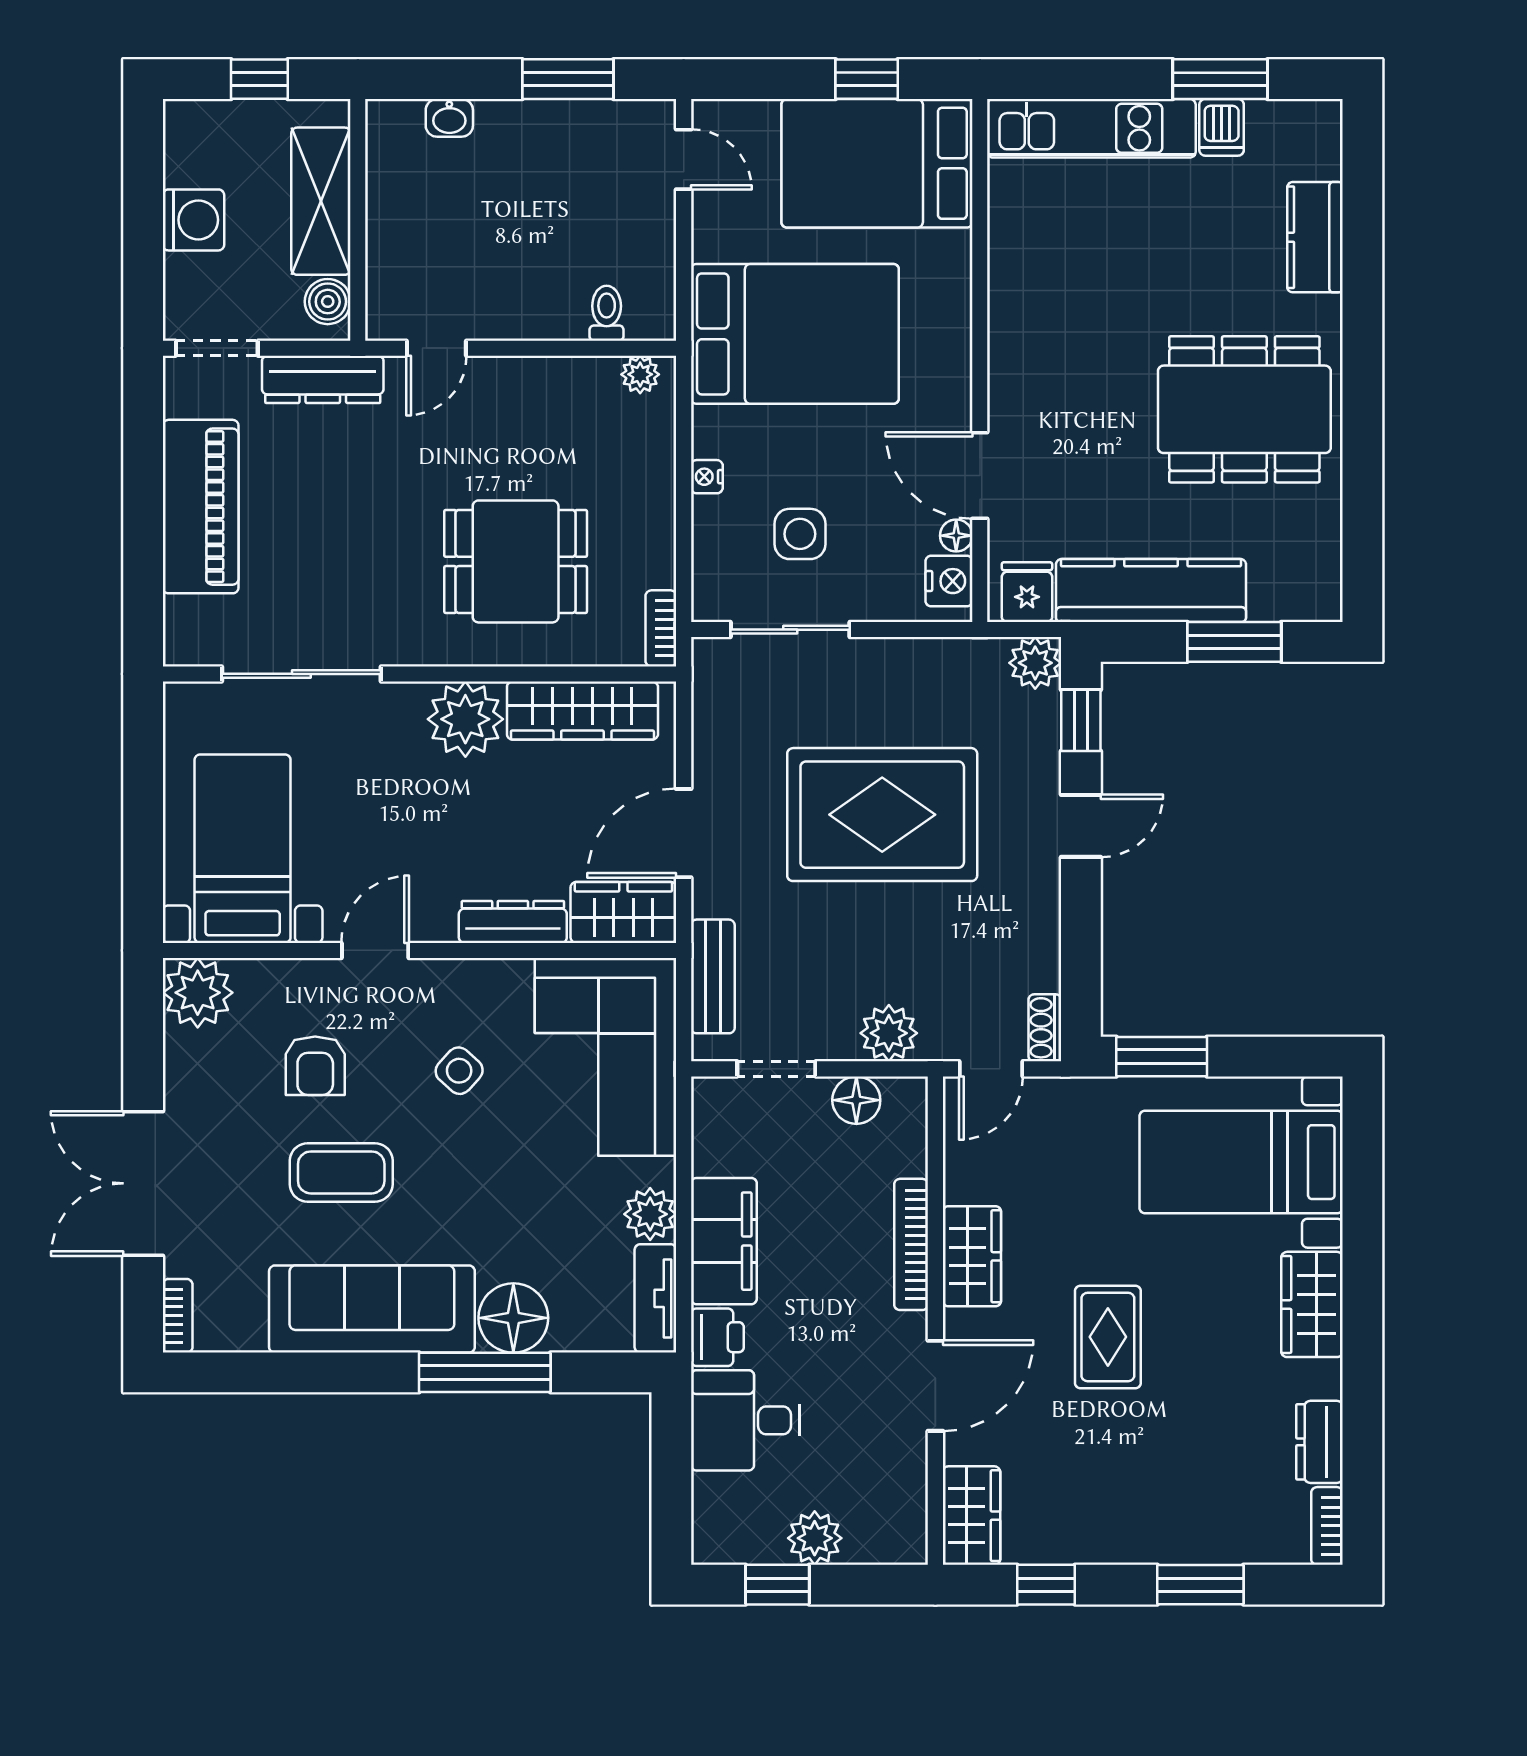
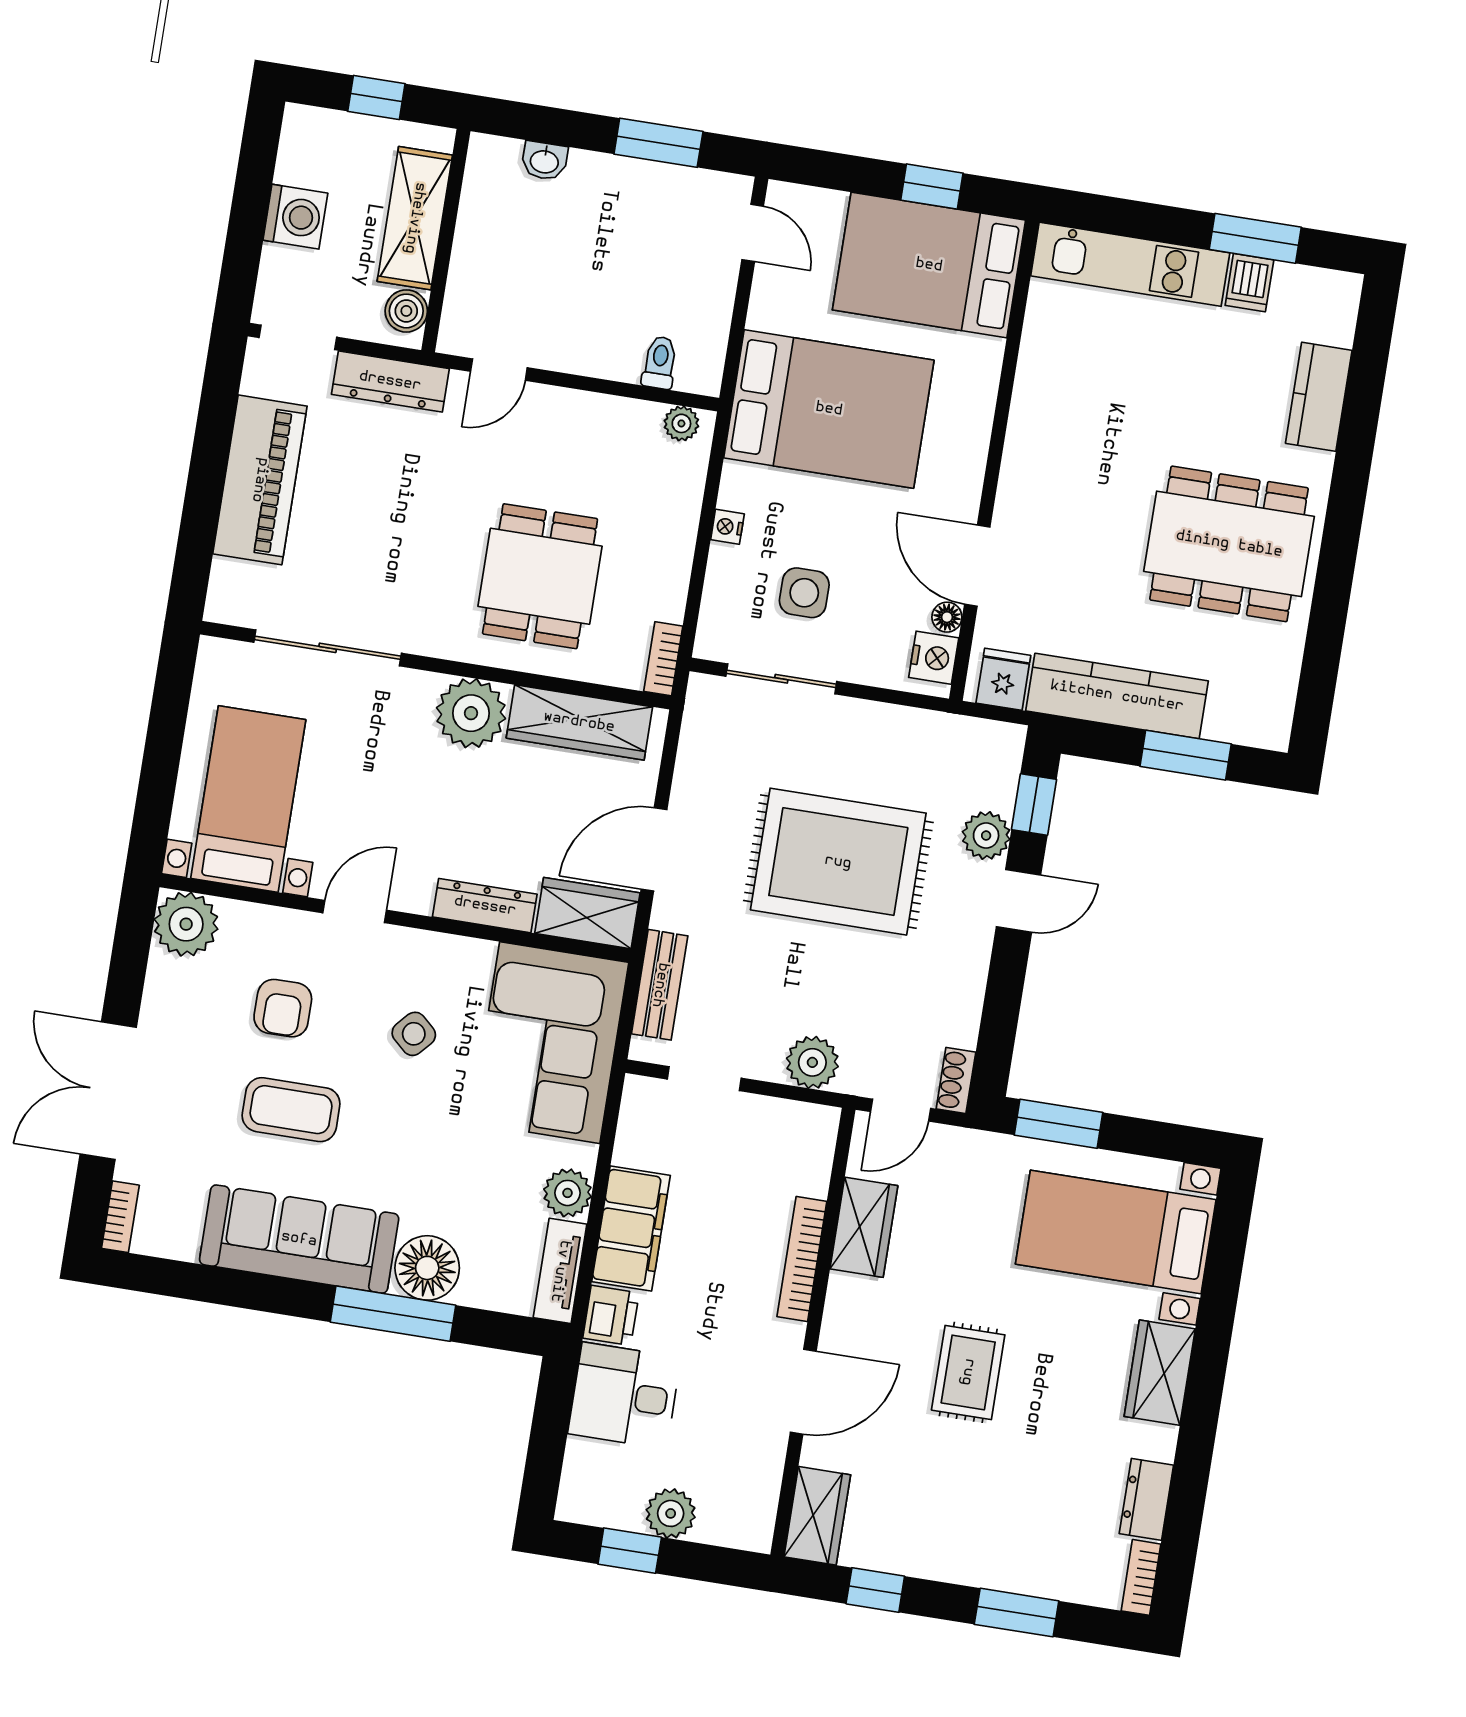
dining table: (516, 561) -> (540, 576), turned 90
plant: (1035, 663) -> (986, 836), moved
floor lamp: (856, 1100) -> (773, 1119), removed
wardrobe: (972, 1256) -> (864, 1227), moved

